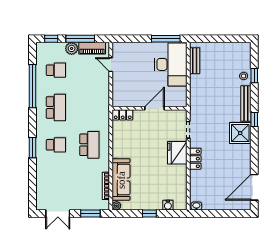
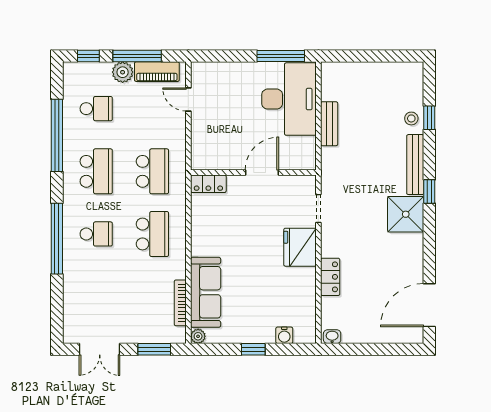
bench: (195, 61) -> (329, 124), moved
school desk: (89, 108) -> (152, 171), added
window: (32, 148) -> (57, 239), width x2.11
locker: (195, 159) -> (330, 277), moved

